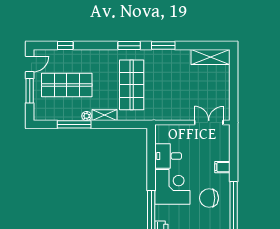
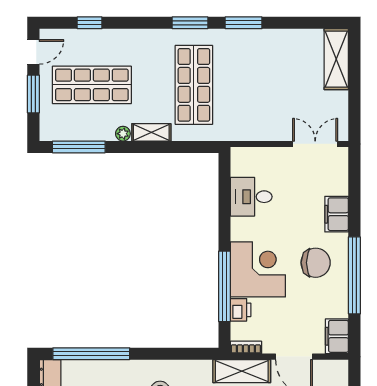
shelving: (211, 57) -> (336, 59), moved, turned 90
window: (74, 124) -> (79, 147), moved
filing cabinet: (222, 167) -> (337, 214), width x2.00
corner desk: (172, 187) -> (258, 269), moved
chair: (209, 198) -> (316, 263), turned 180

